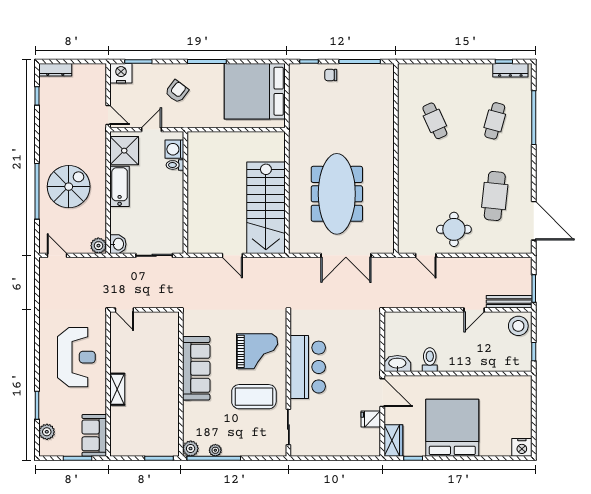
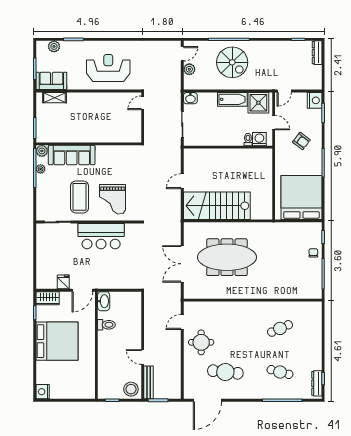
plant: (98, 246) -> (189, 69), moved
reception desk: (76, 357) -> (108, 68), turned 180
sofa: (196, 368) -> (72, 155), moved
shelving: (117, 389) -> (55, 98), moved

